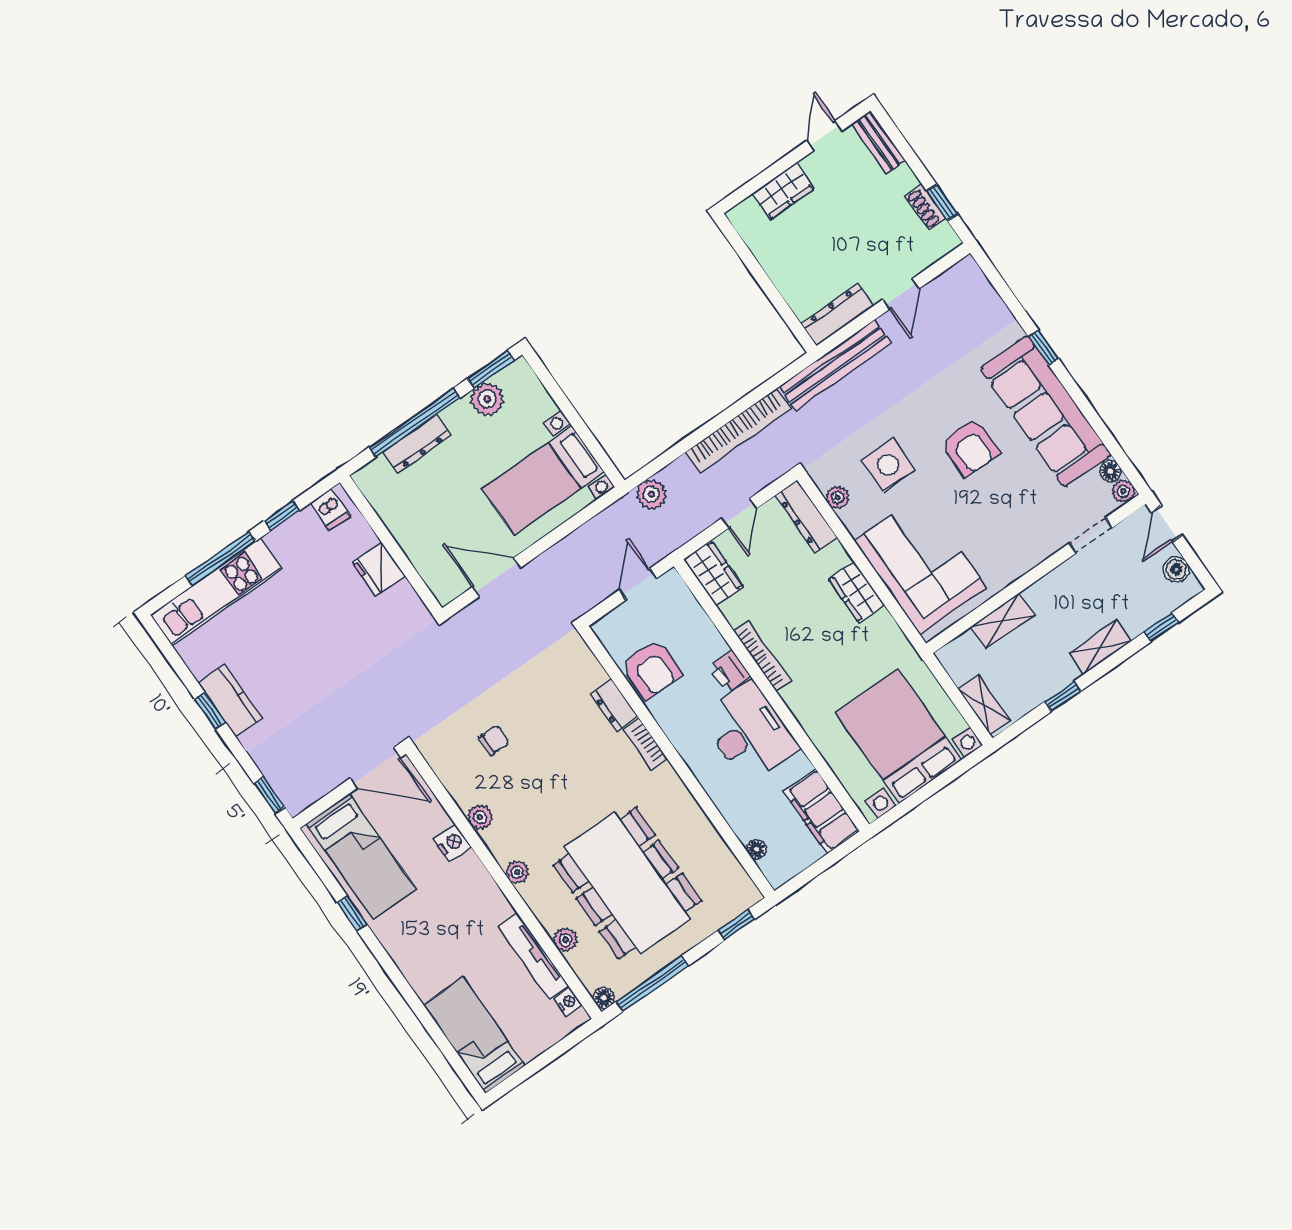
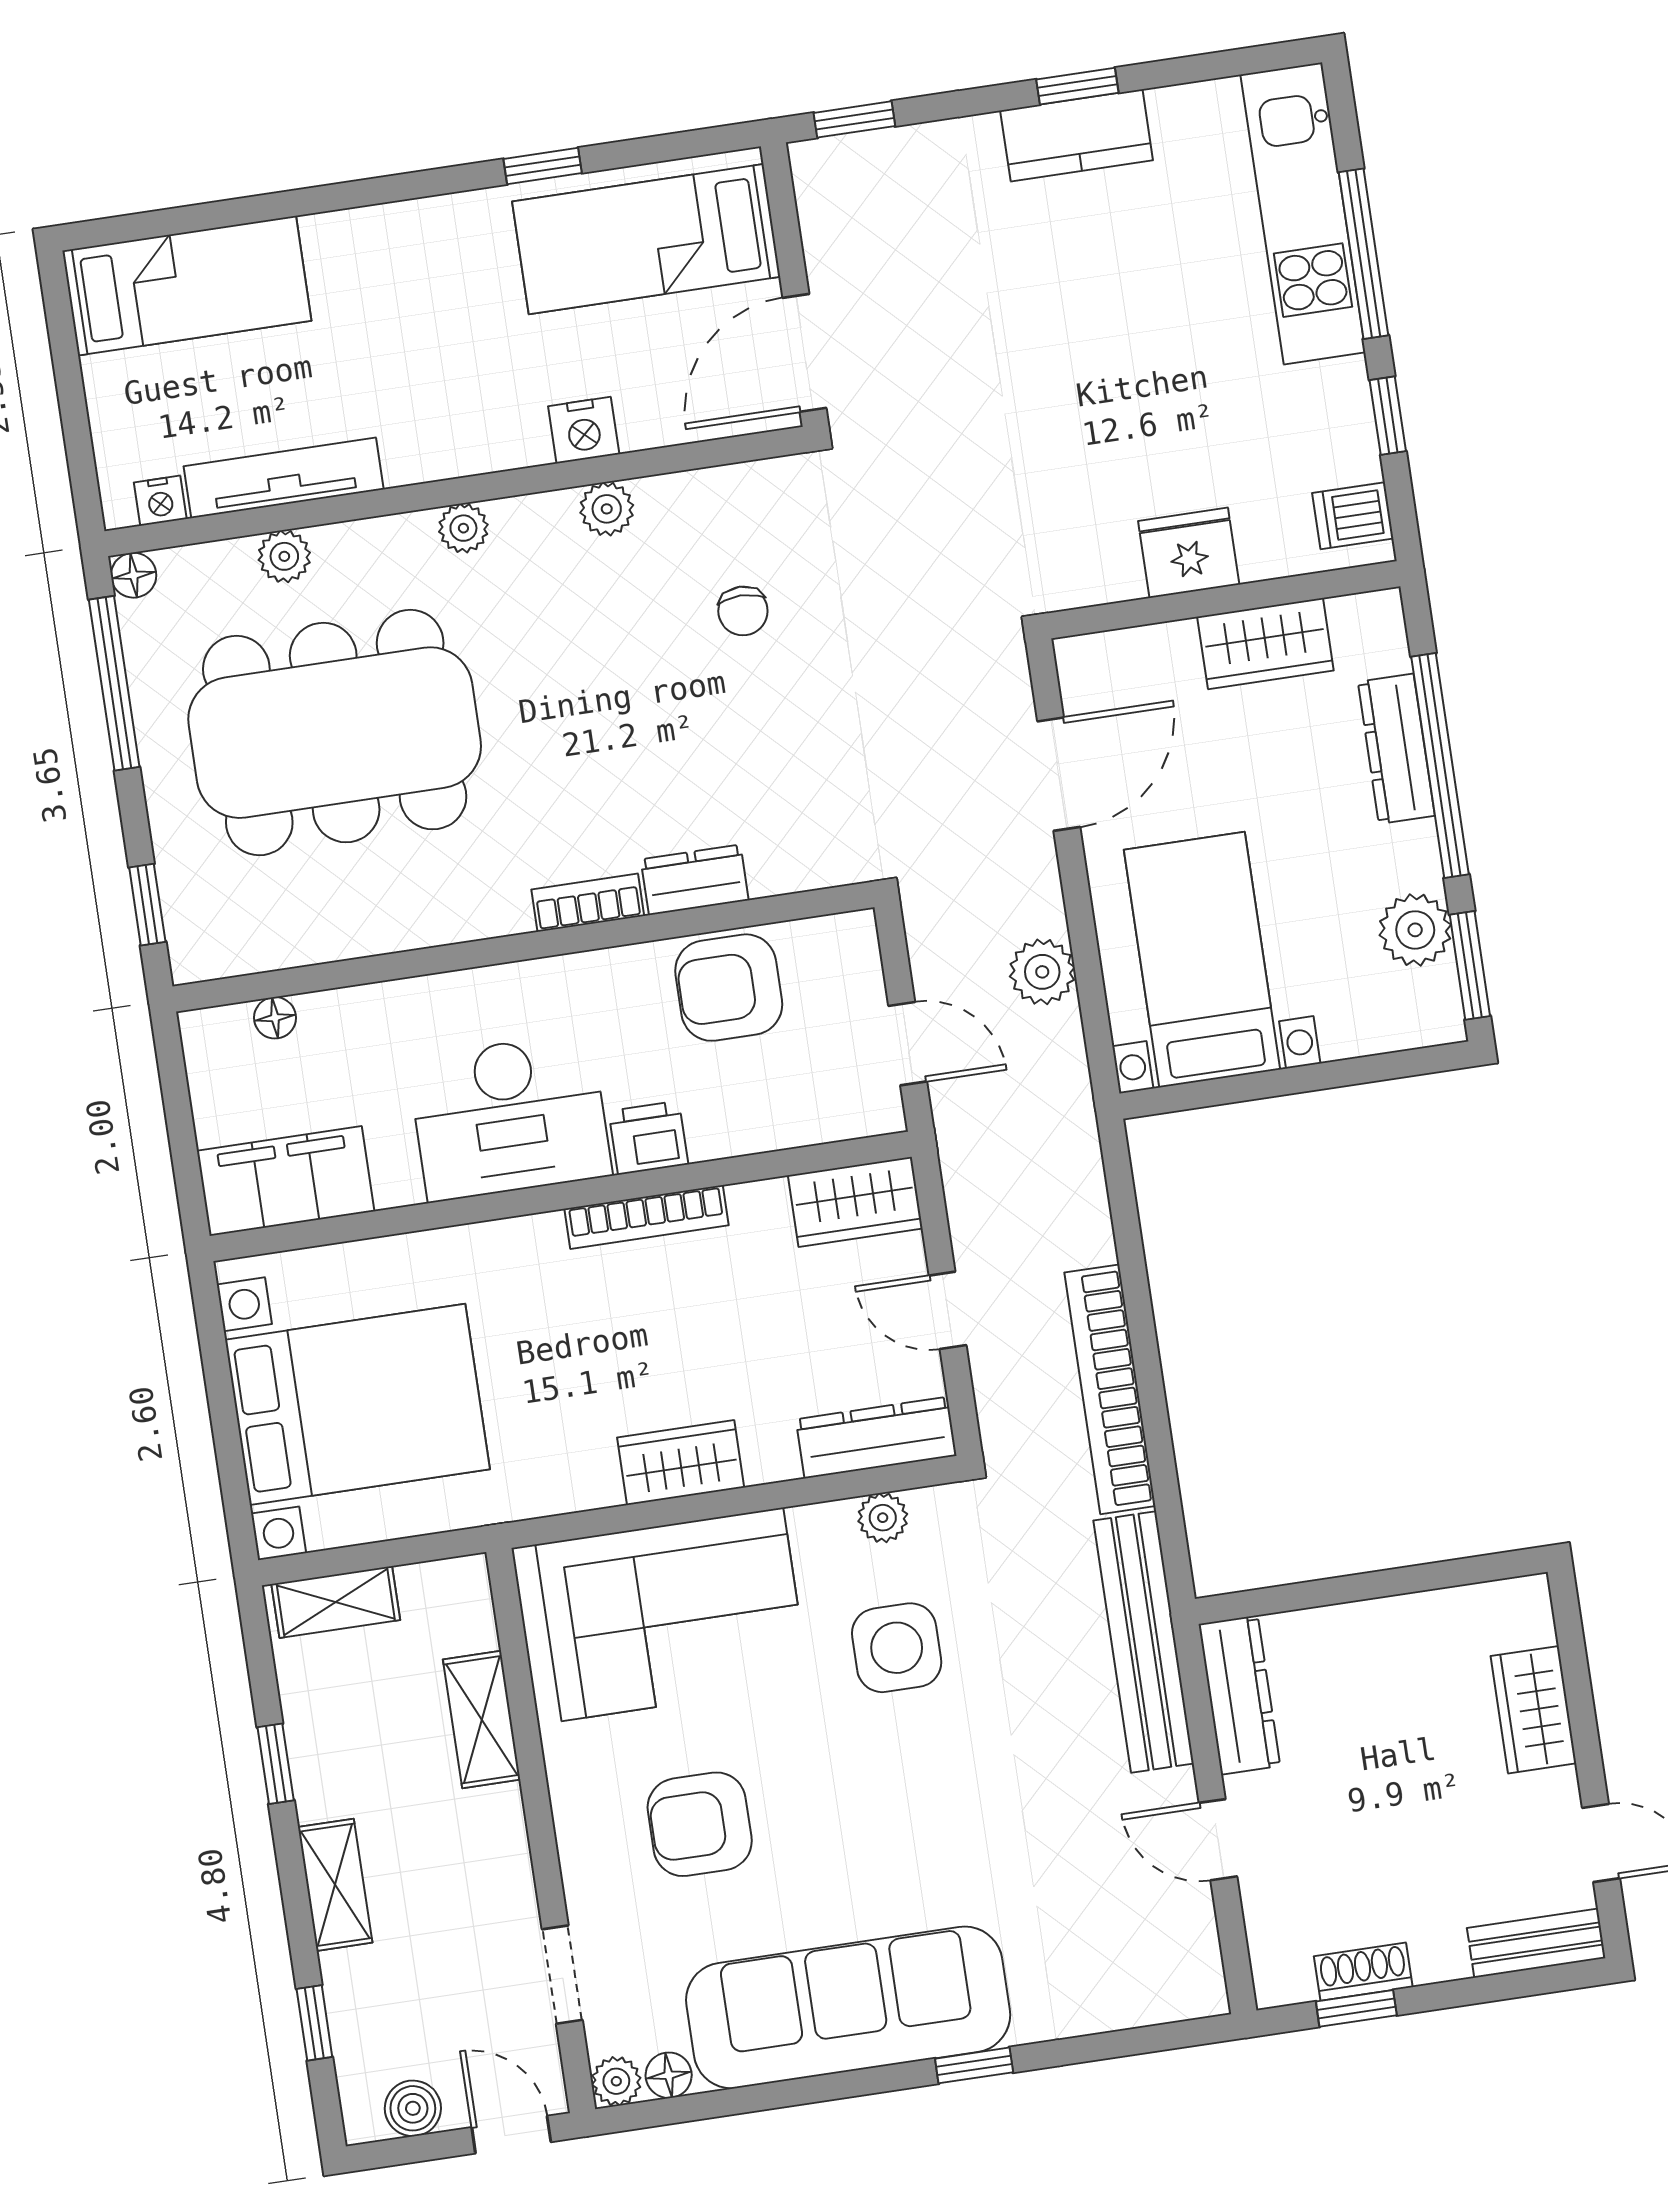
armchair: (970, 447) -> (700, 1824), moved
plant: (651, 494) -> (1042, 972), moved
wardrobe: (400, 519) -> (1265, 644), added

